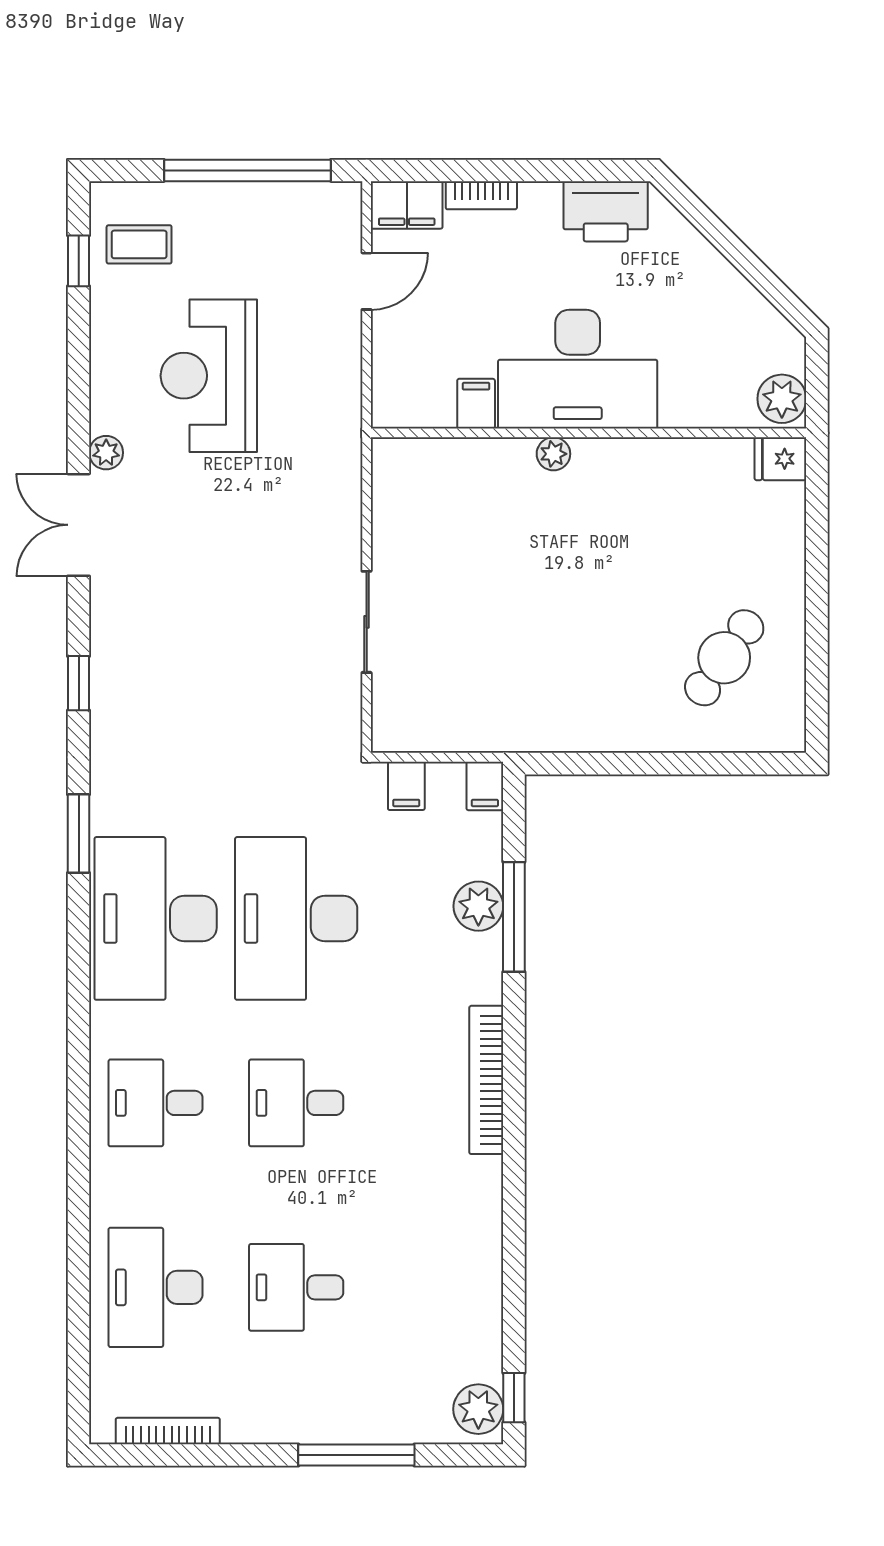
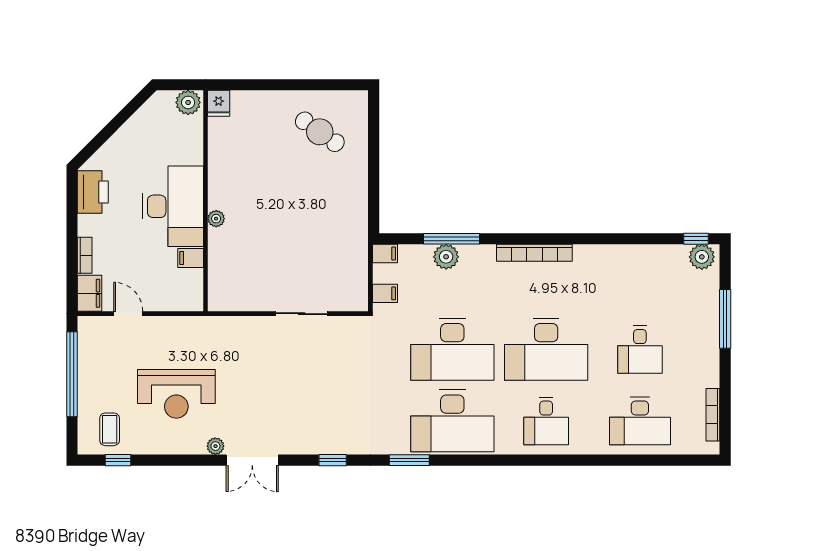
desk: (296, 1103) -> (546, 349), width x1.87, depth x1.30

